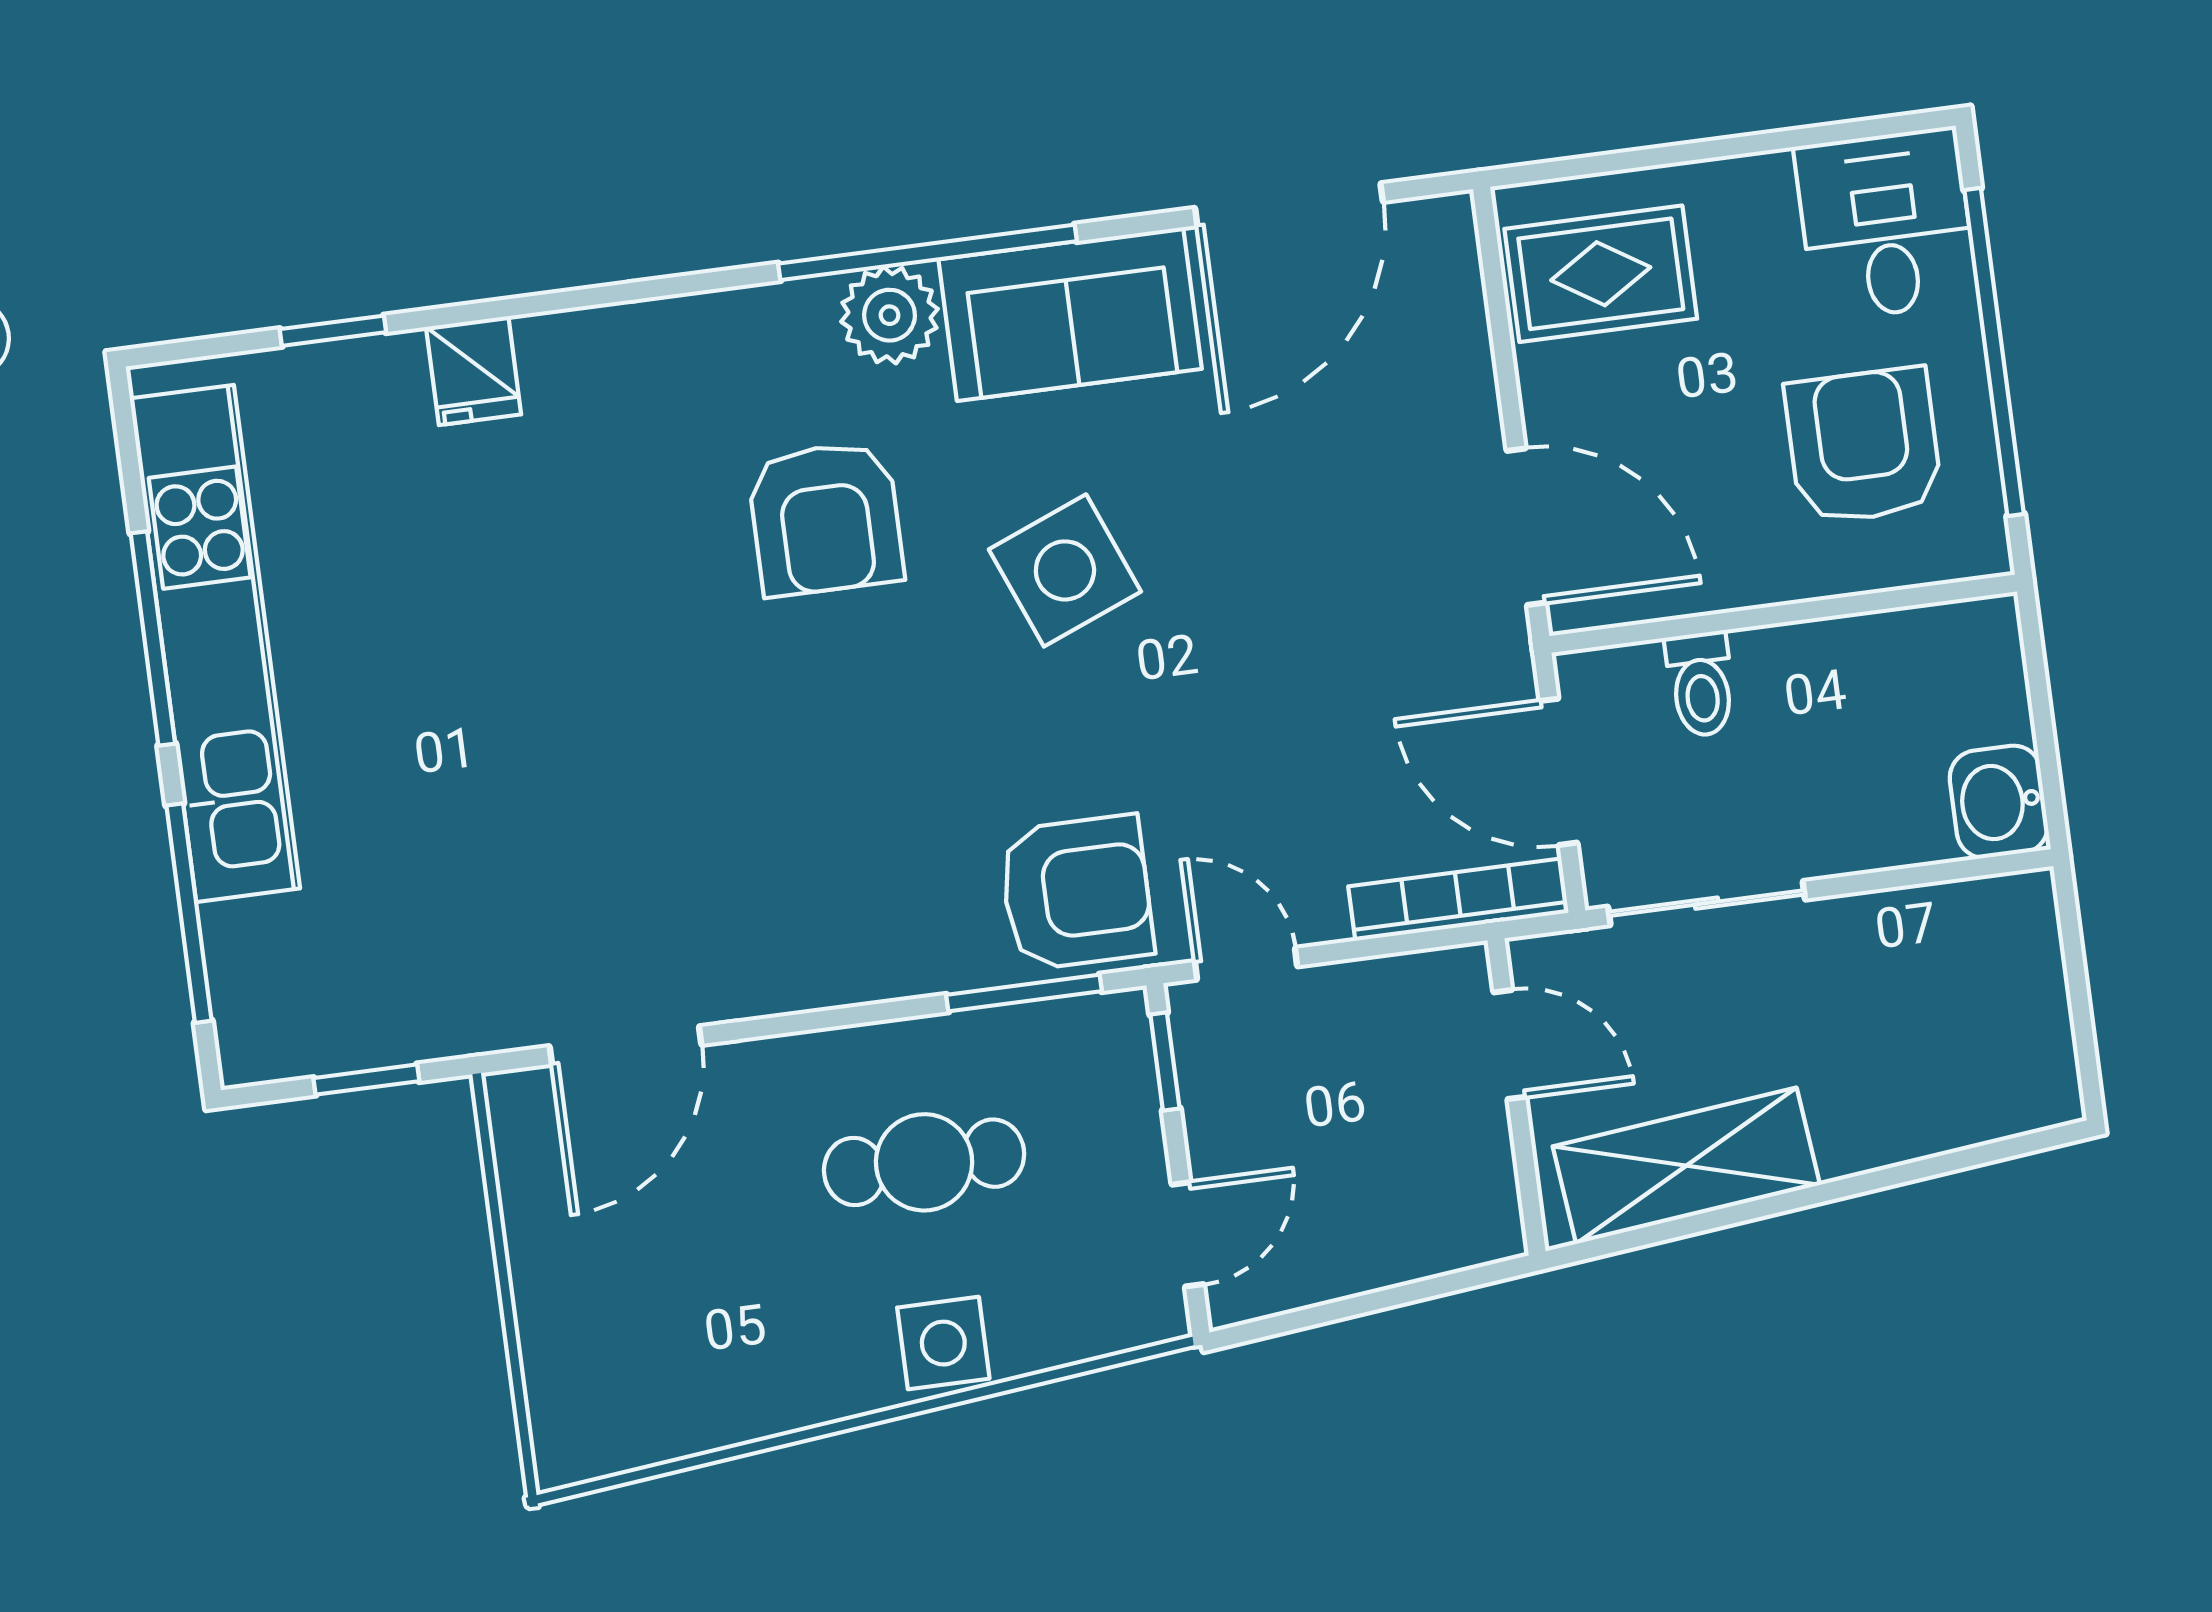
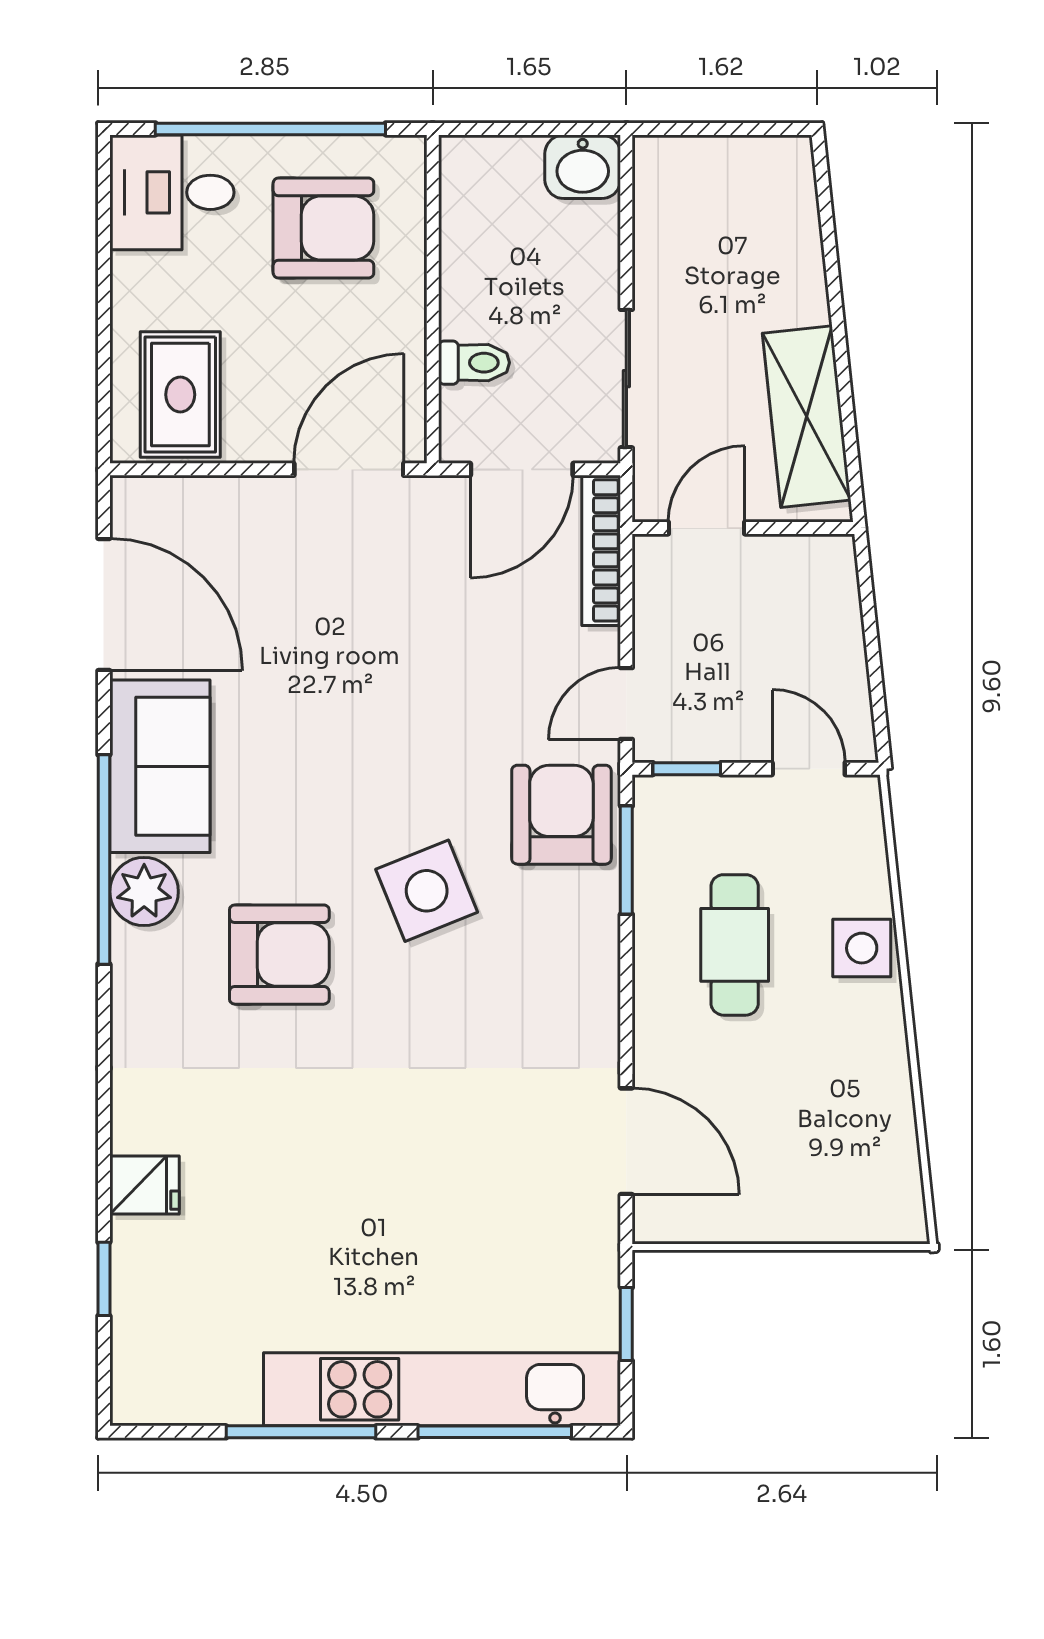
armchair: (1863, 446) -> (323, 228), turned 180
side table: (1065, 570) -> (427, 891), moved
kitchen unit: (215, 643) -> (441, 1389), moved

